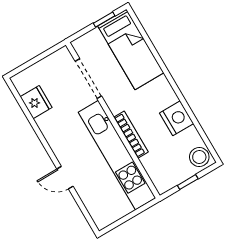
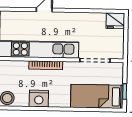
fridge: (36, 102) -> (115, 21), moved

